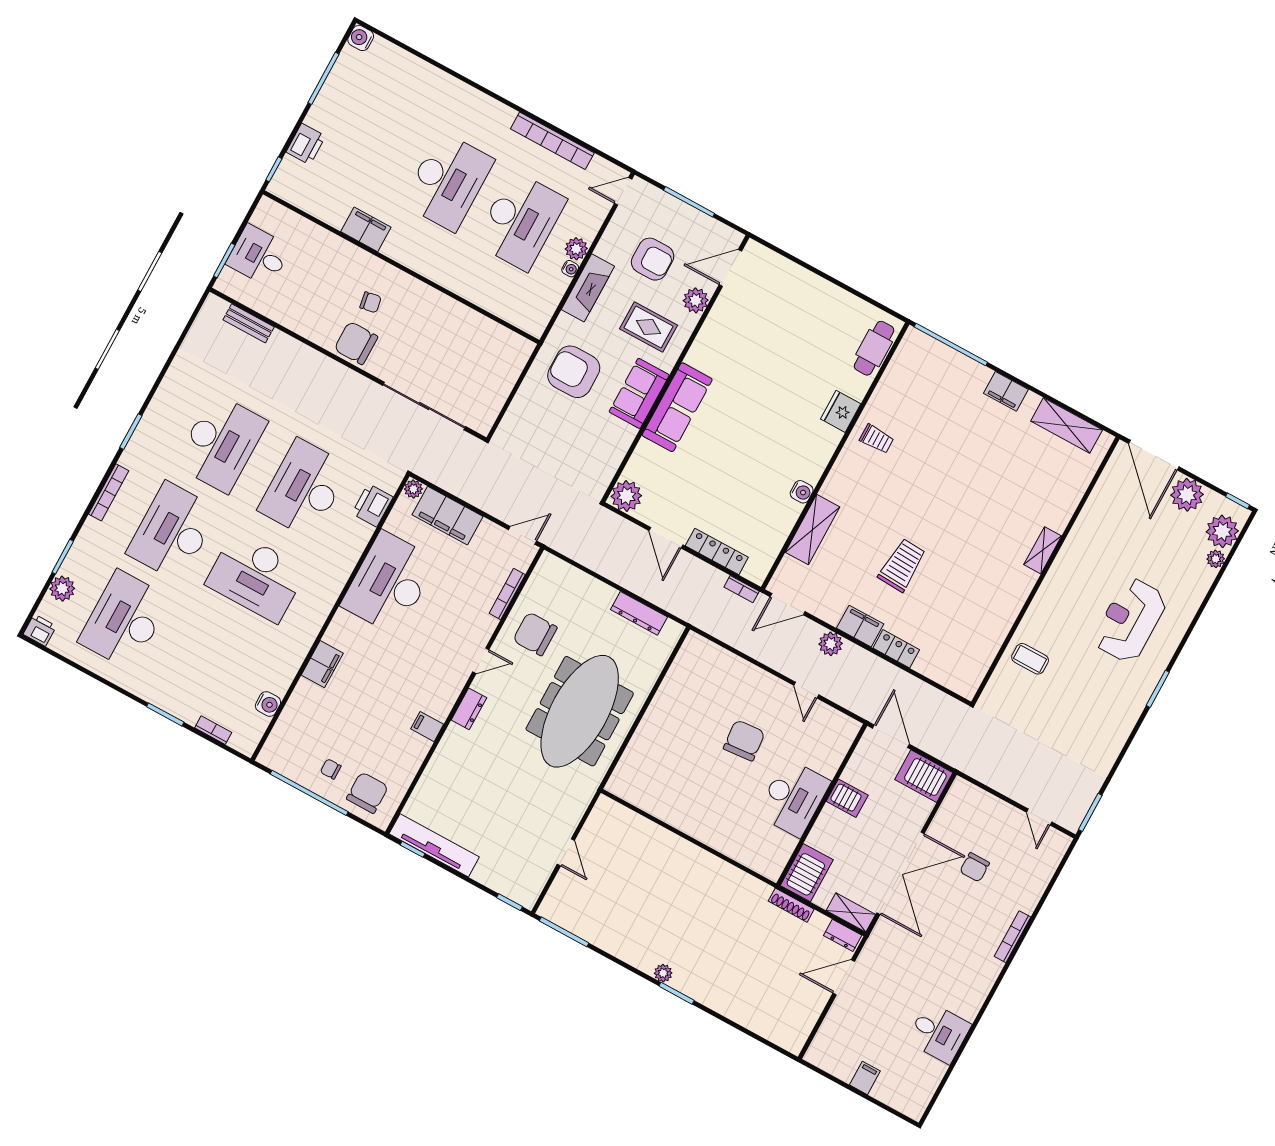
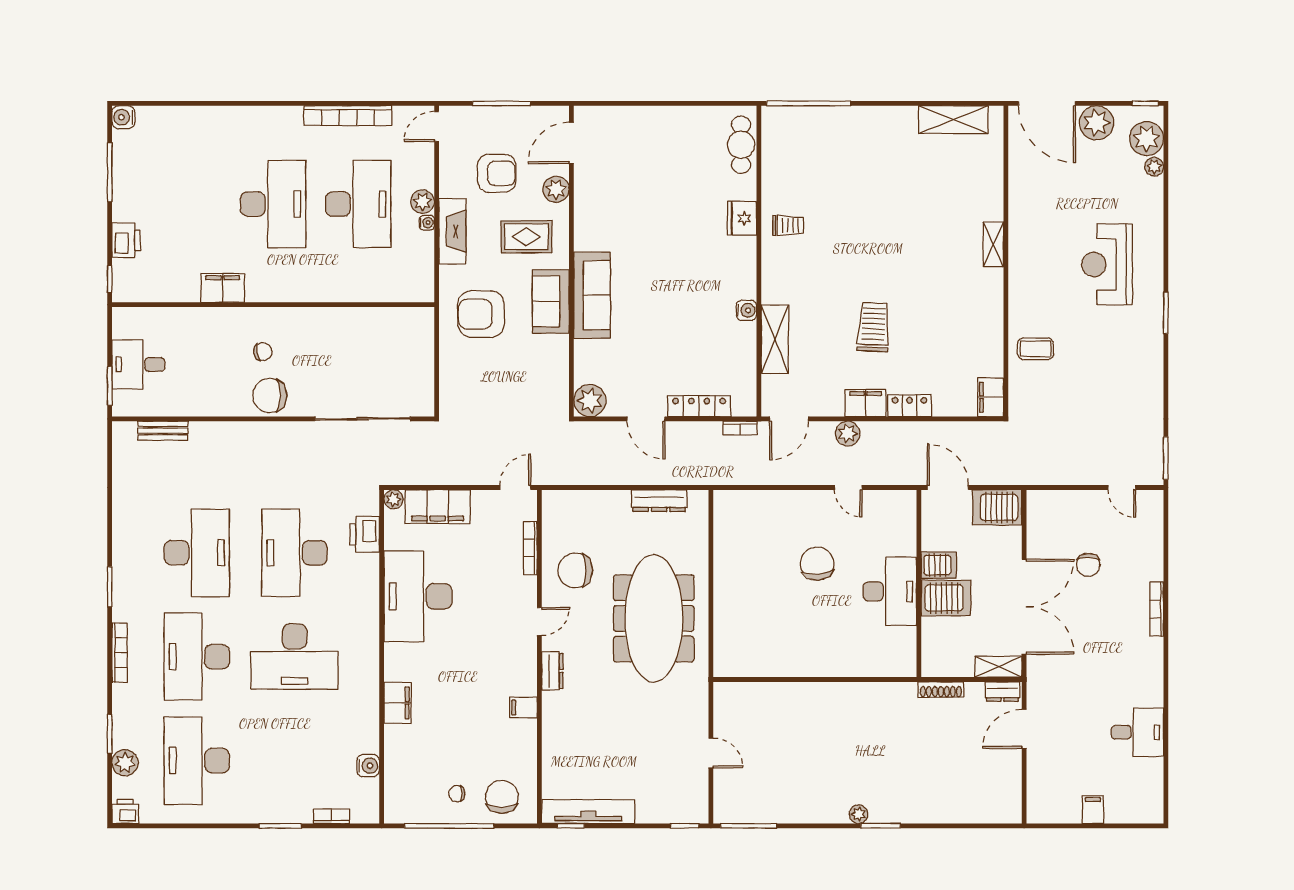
filing cabinet: (1006, 391) -> (991, 397), moved, turned 90
server rack: (807, 873) -> (946, 598), moved, turned 90

